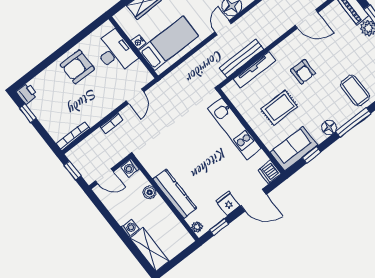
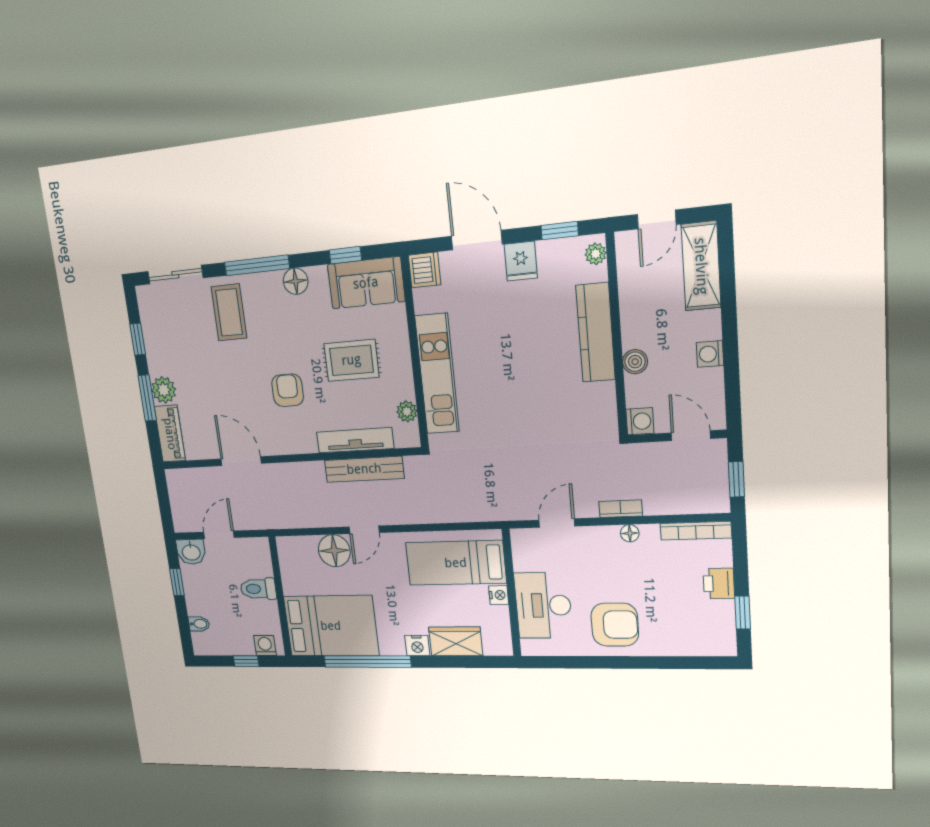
printer: (27, 93) -> (719, 583), moved
plant: (238, 101) -> (407, 411), added
floor lamp: (100, 115) -> (630, 533), added
washing machine: (130, 228) -> (710, 354), moved
door: (181, 257) -> (657, 219), added

